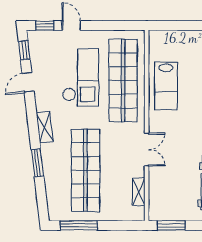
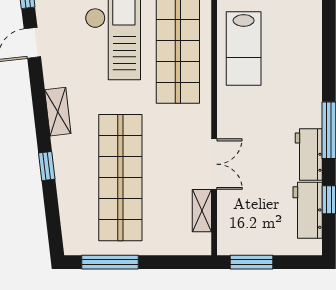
double door: (147, 149) -> (214, 164), moved
window: (37, 163) -> (47, 166), width x0.67

